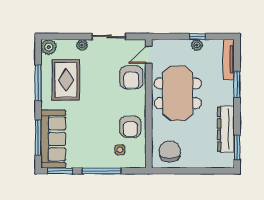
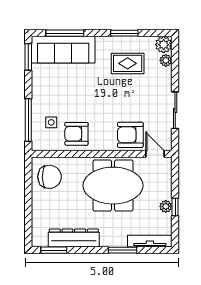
plant: (82, 45) -> (166, 60), moved
rug: (66, 80) -> (128, 63), width x0.73, depth x0.70
window: (38, 83) -> (124, 33), width x0.69
window: (102, 171) -> (28, 120), moved

